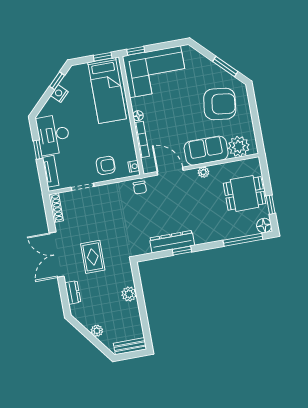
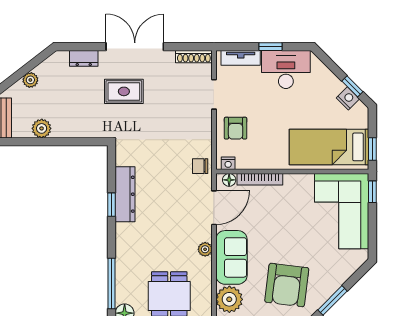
nightstand: (59, 94) -> (348, 98), moved
floor lamp: (138, 116) -> (229, 180), moved
plant: (129, 294) -> (42, 128), moved

